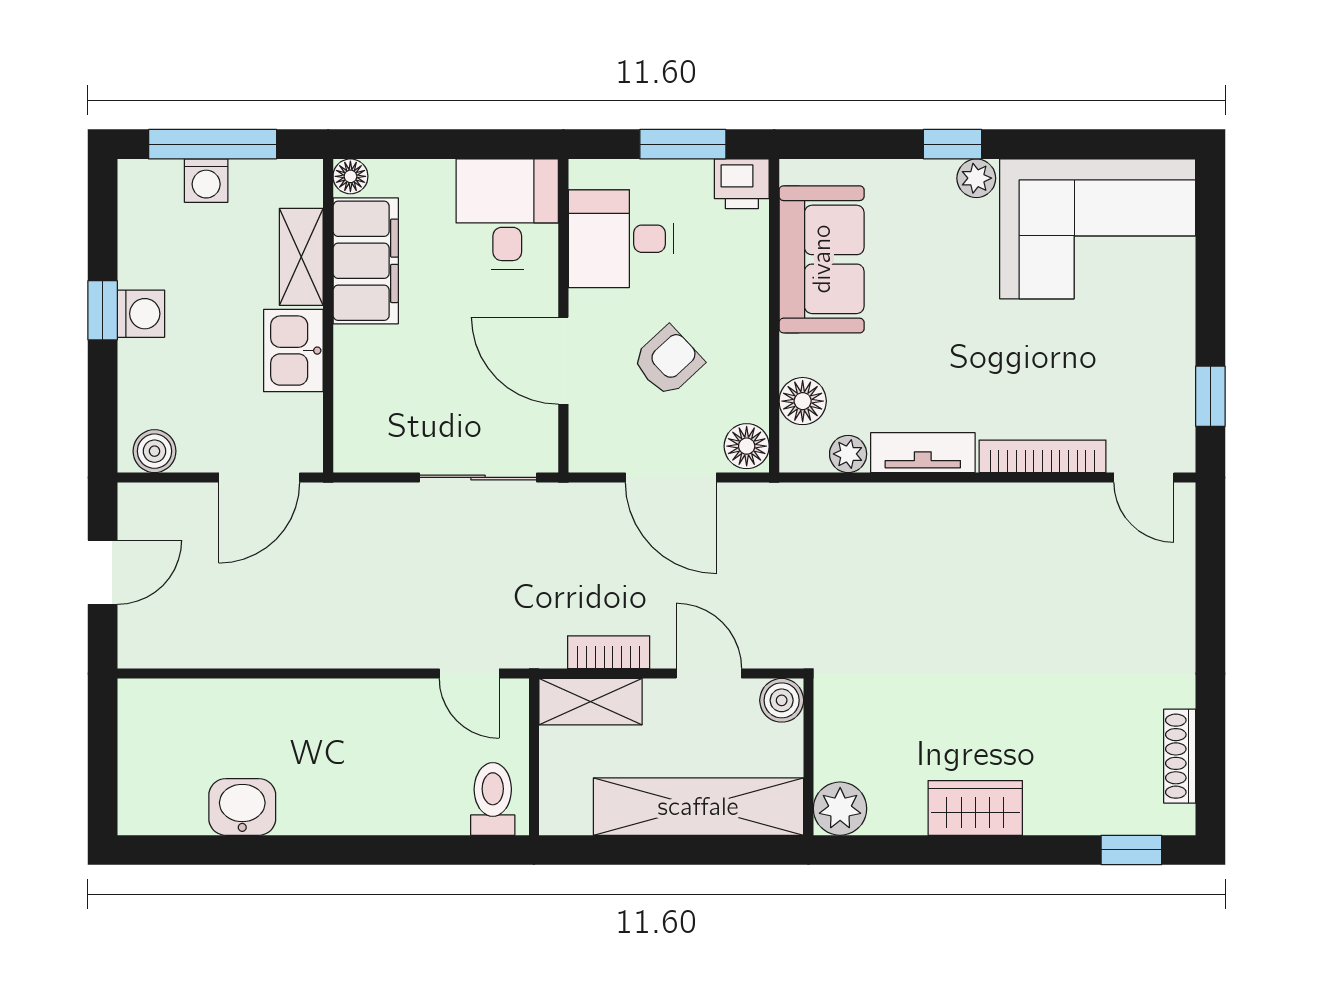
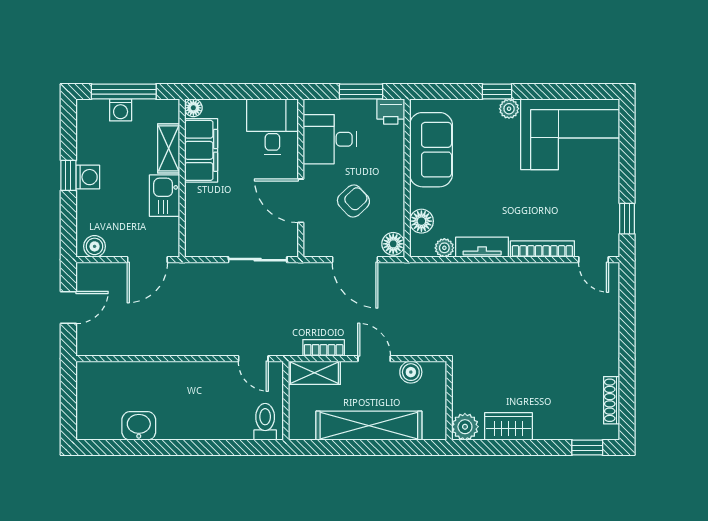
wall: (808, 757) -> (449, 401), moved
plant: (840, 809) -> (465, 427), moved

